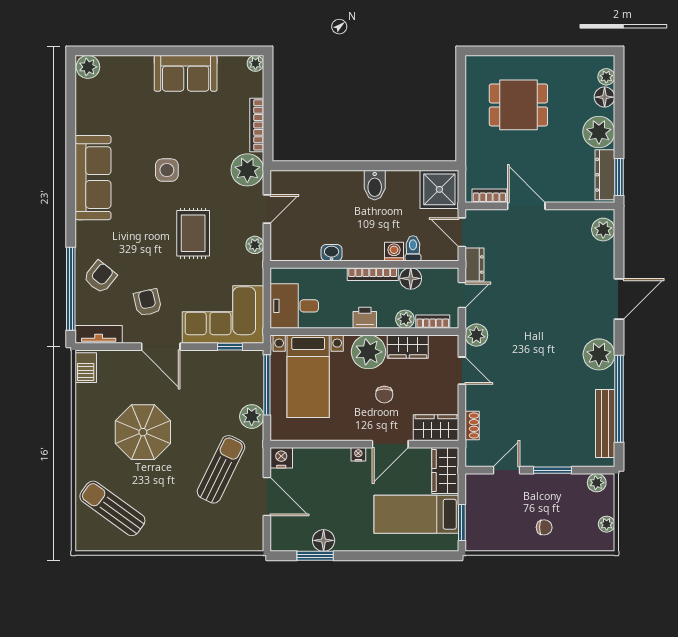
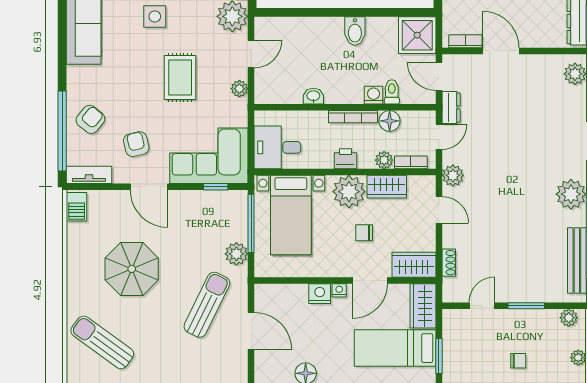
chair: (384, 395) -> (364, 233), turned 90
nightstand: (281, 458) -> (320, 294), moved

